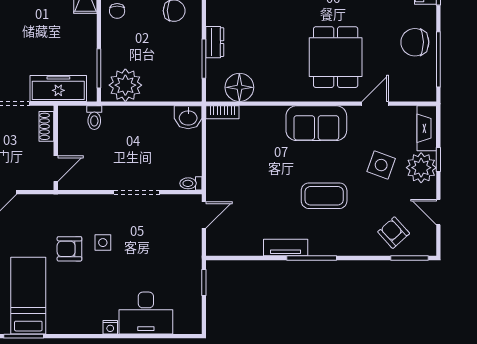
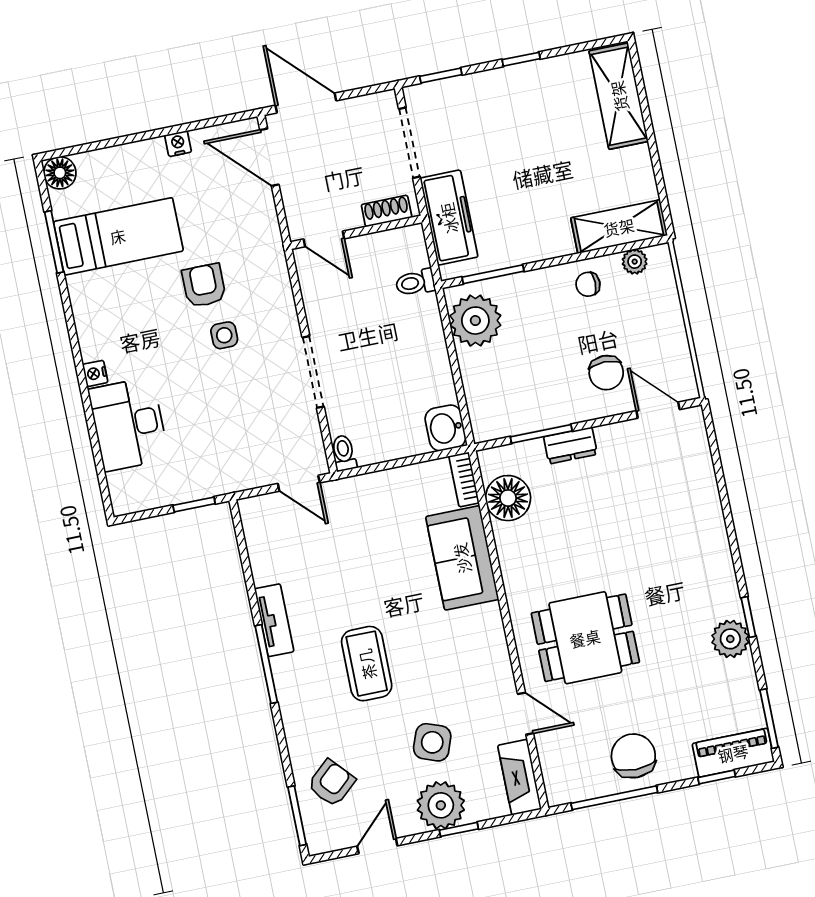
sofa: (316, 123) -> (462, 558), moved
fireplace: (427, 128) -> (520, 777), moved, turned -90

